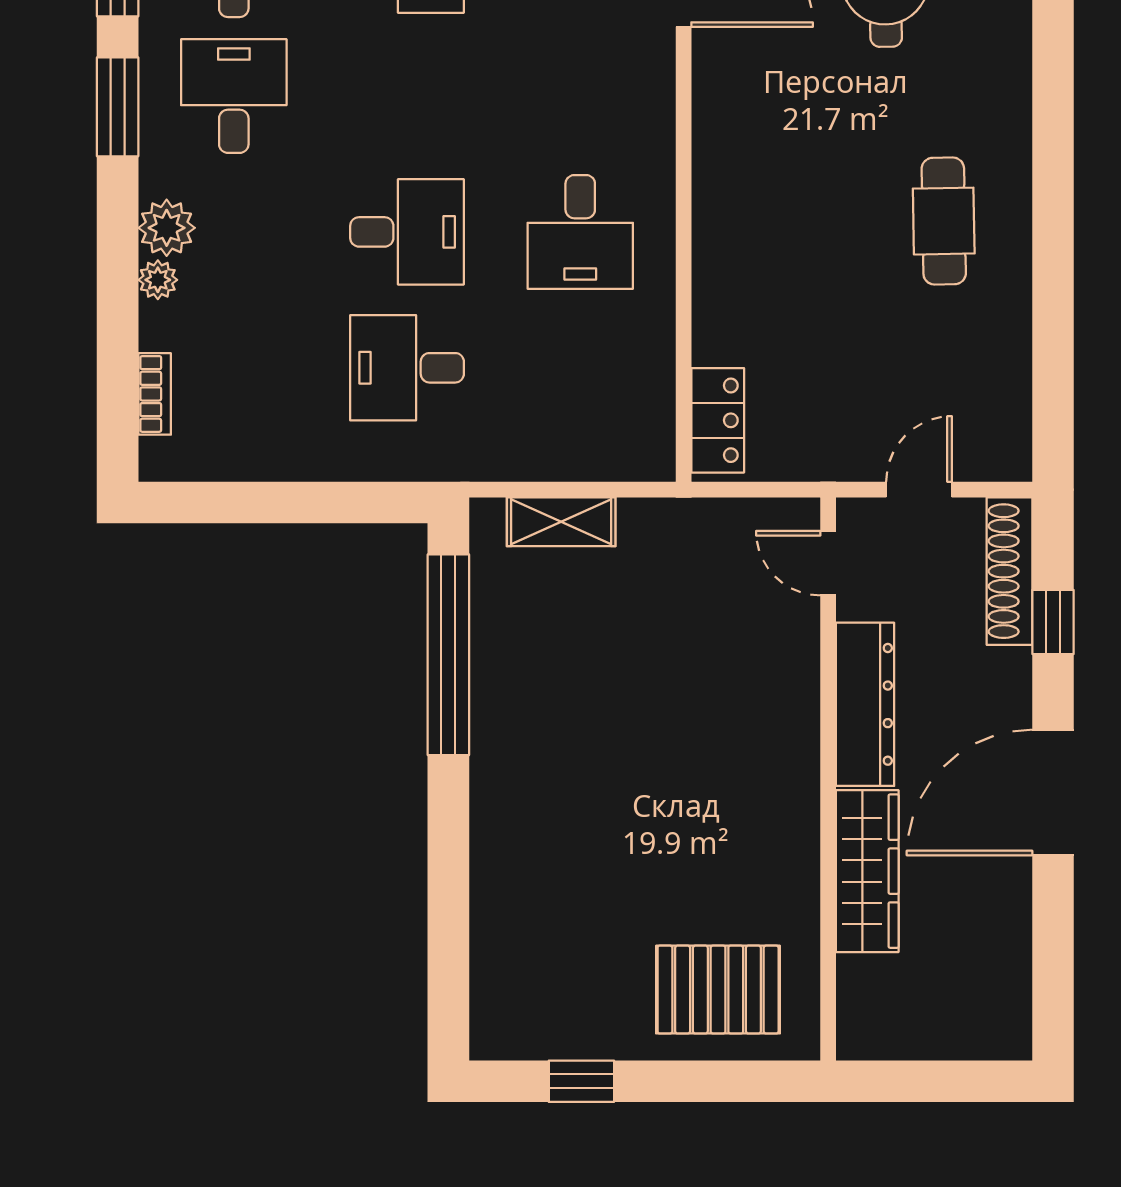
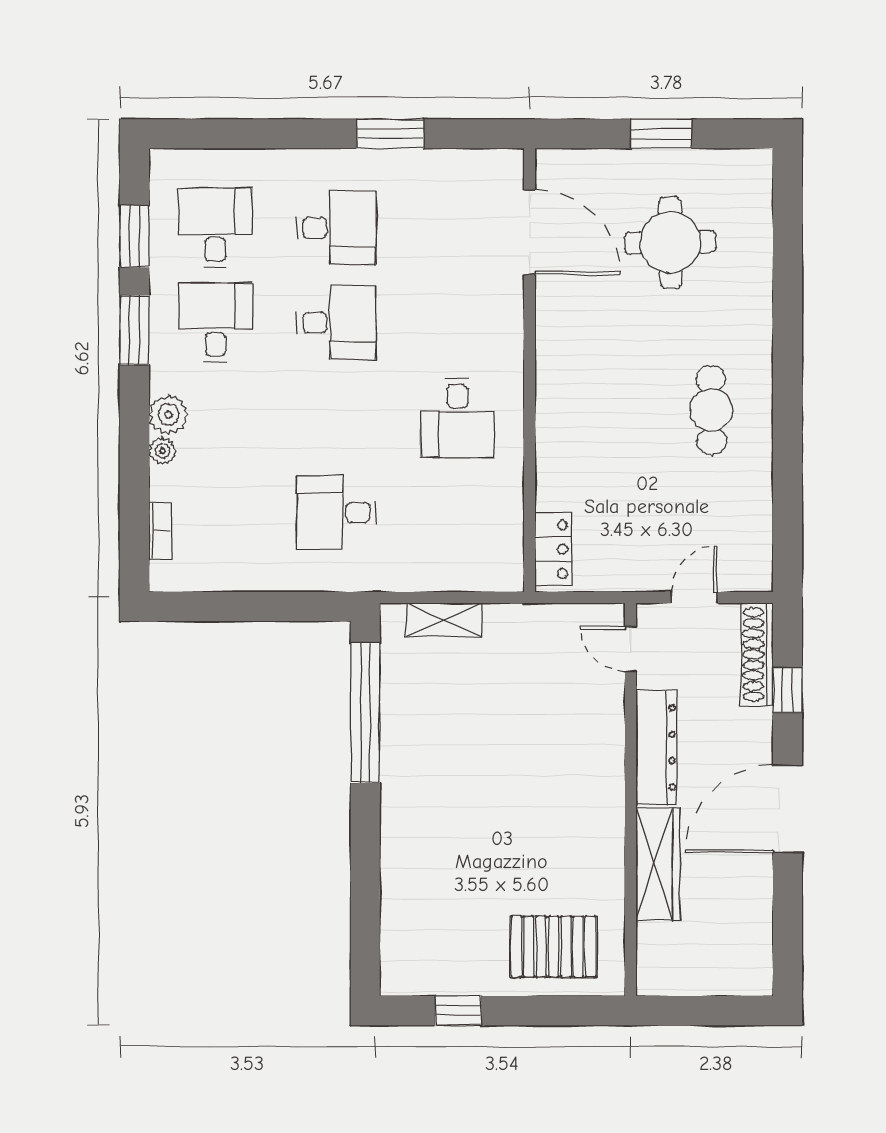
desk: (407, 232) -> (336, 323), moved

